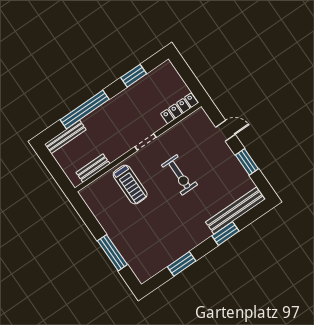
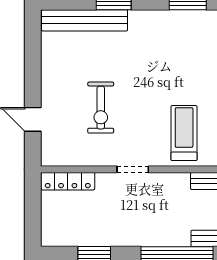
window: (247, 162) -> (33, 67), removed
exercise bike: (179, 175) -> (101, 108), moved, turned 180

